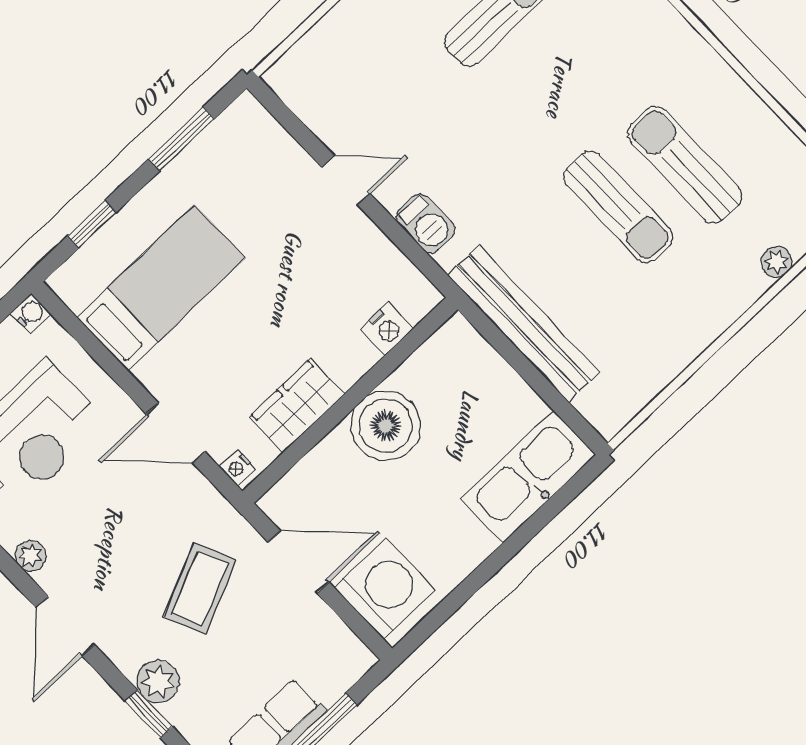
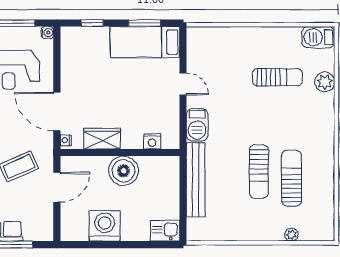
barbecue: (425, 223) -> (197, 125), width x1.38, depth x1.27
bed: (161, 288) -> (145, 42), moved, turned 180
door: (175, 433) -> (57, 112), width x1.36
kitchen sink: (528, 477) -> (165, 231), width x0.53, depth x0.81
door: (299, 562) -> (57, 187), hinge flipped
washing machine: (385, 589) -> (105, 226), moved, turned -90

